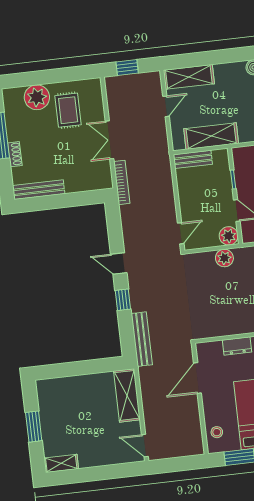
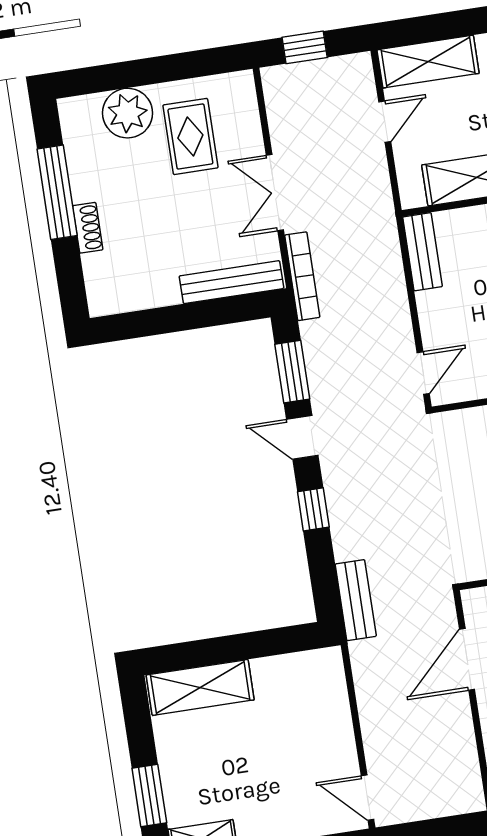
bench: (193, 159) -> (422, 252), moved, turned 90
bench: (39, 190) -> (231, 282), moved
window: (115, 230) -> (292, 372), added
bench: (142, 339) -> (356, 600), width x0.73
shelving: (127, 395) -> (200, 687), moved, turned 90
window: (34, 427) -> (149, 796), moved

